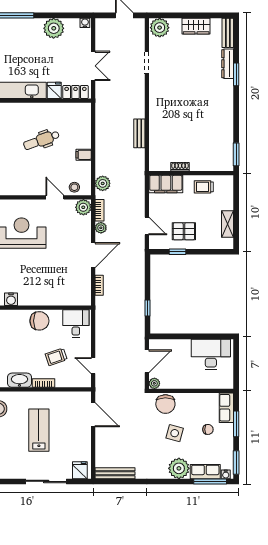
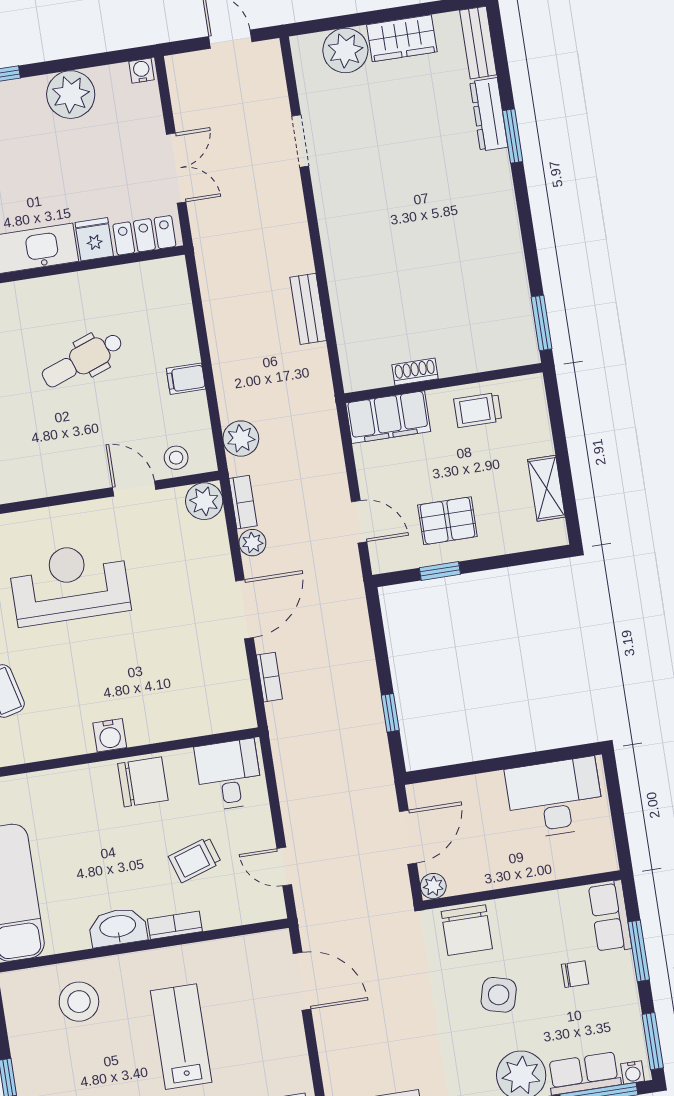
plant: (160, 28) -> (345, 50), moved
water cooler: (11, 299) -> (110, 735), moved

